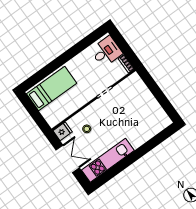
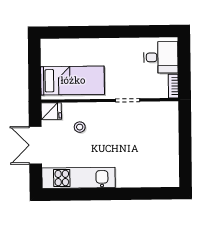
bed: (52, 89) -> (73, 80), moved
double door: (68, 159) -> (35, 145), swing flipped

